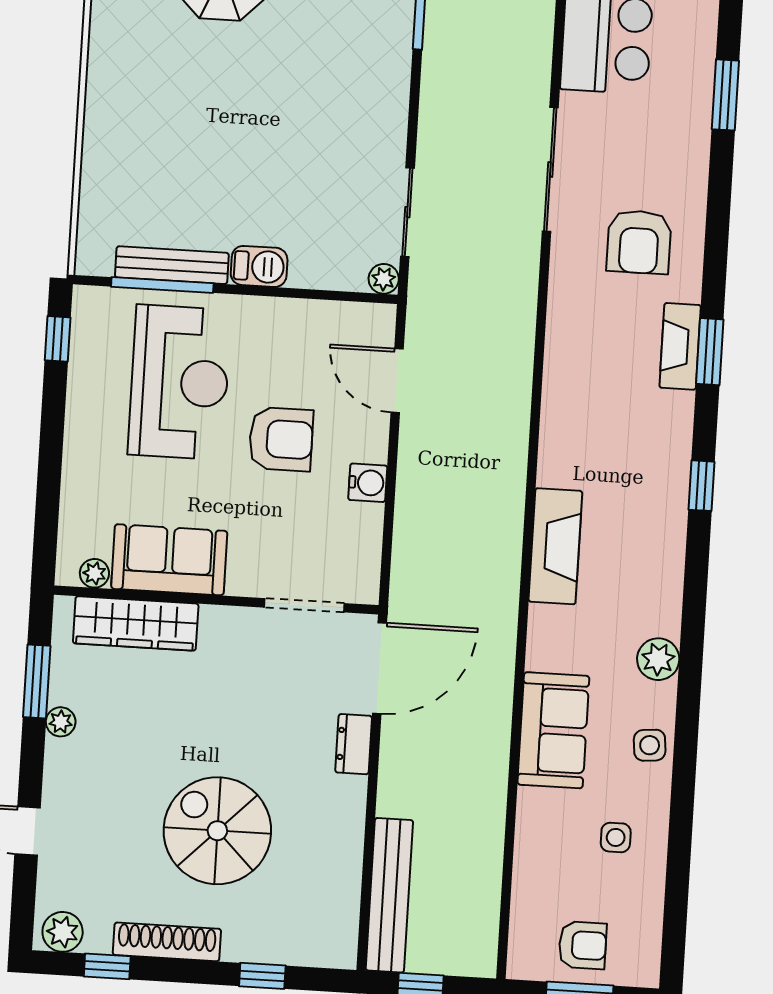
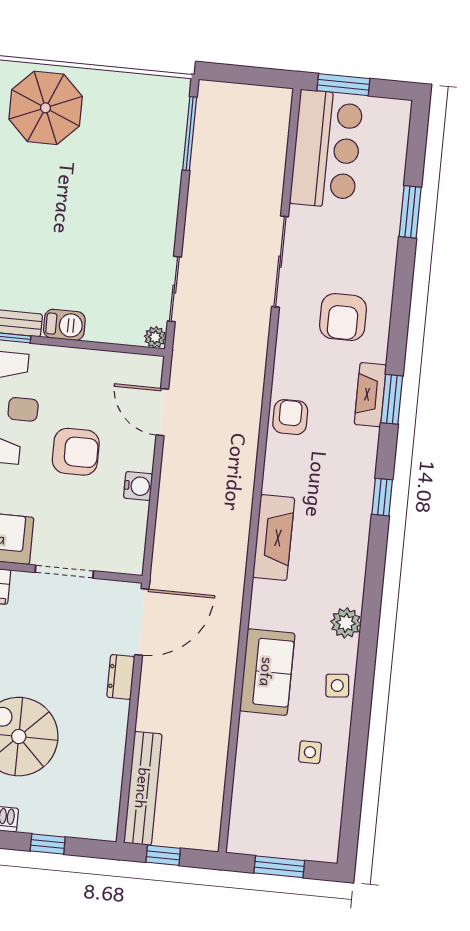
doorway: (304, 605) -> (64, 572), moved
armchair: (583, 945) -> (290, 417), moved, turned -90

